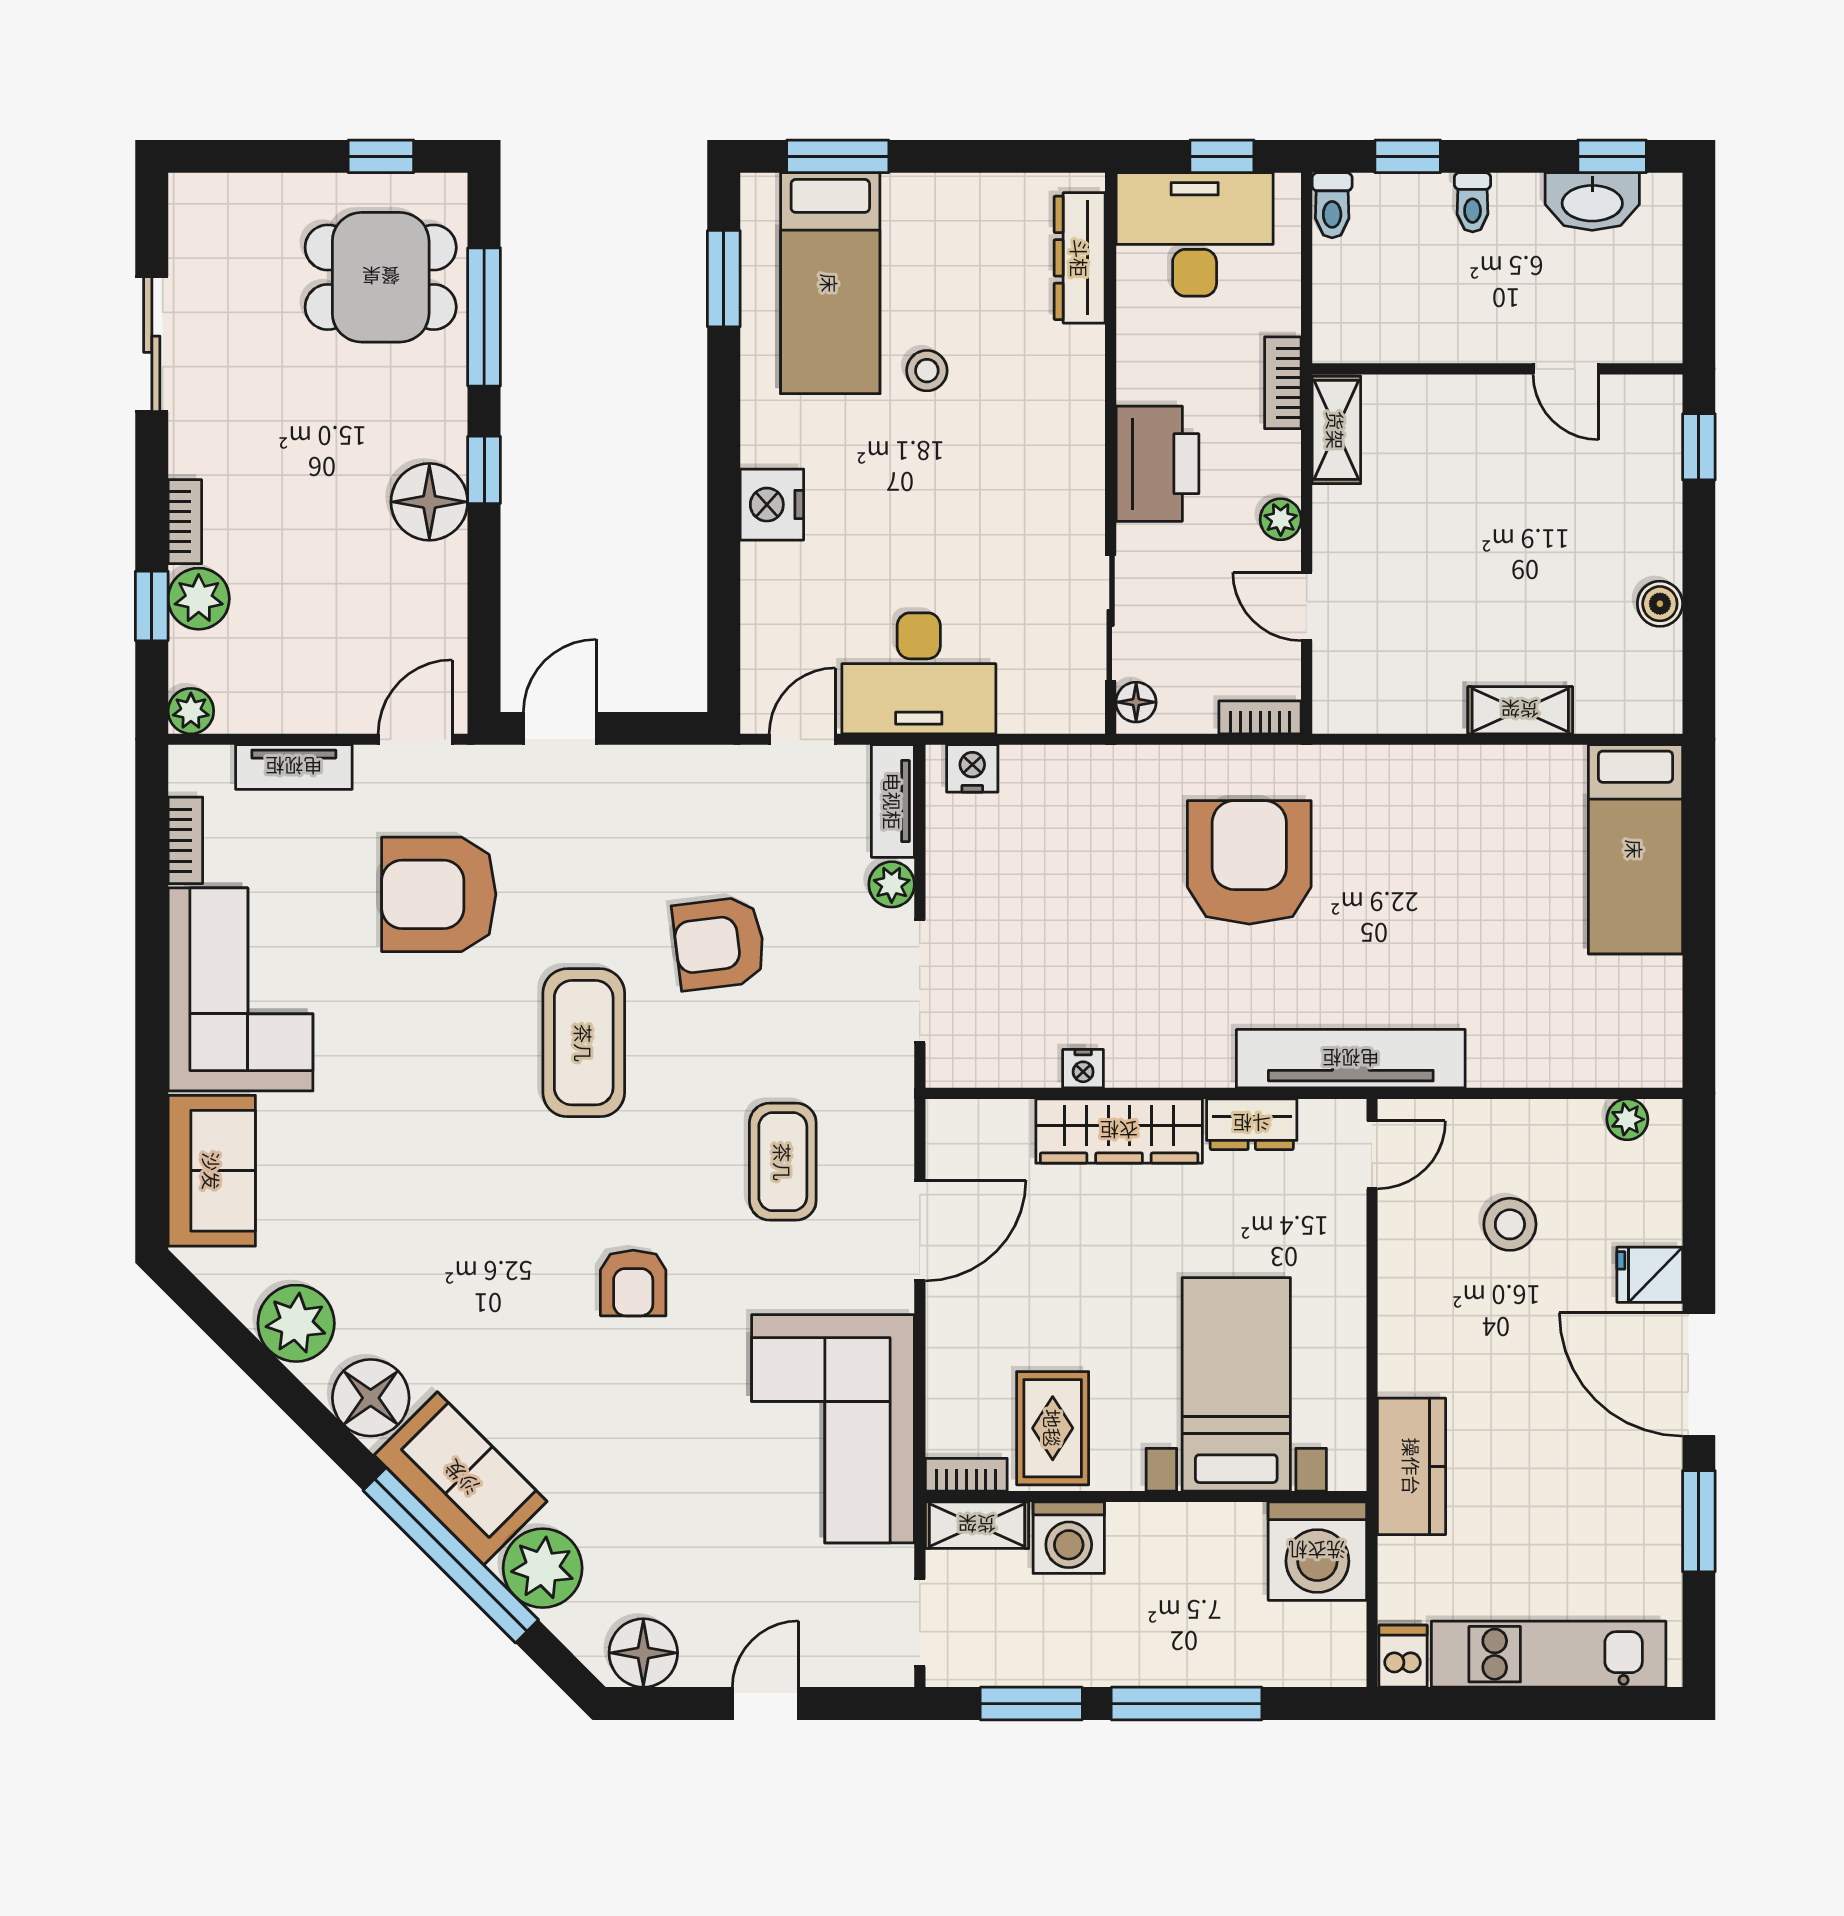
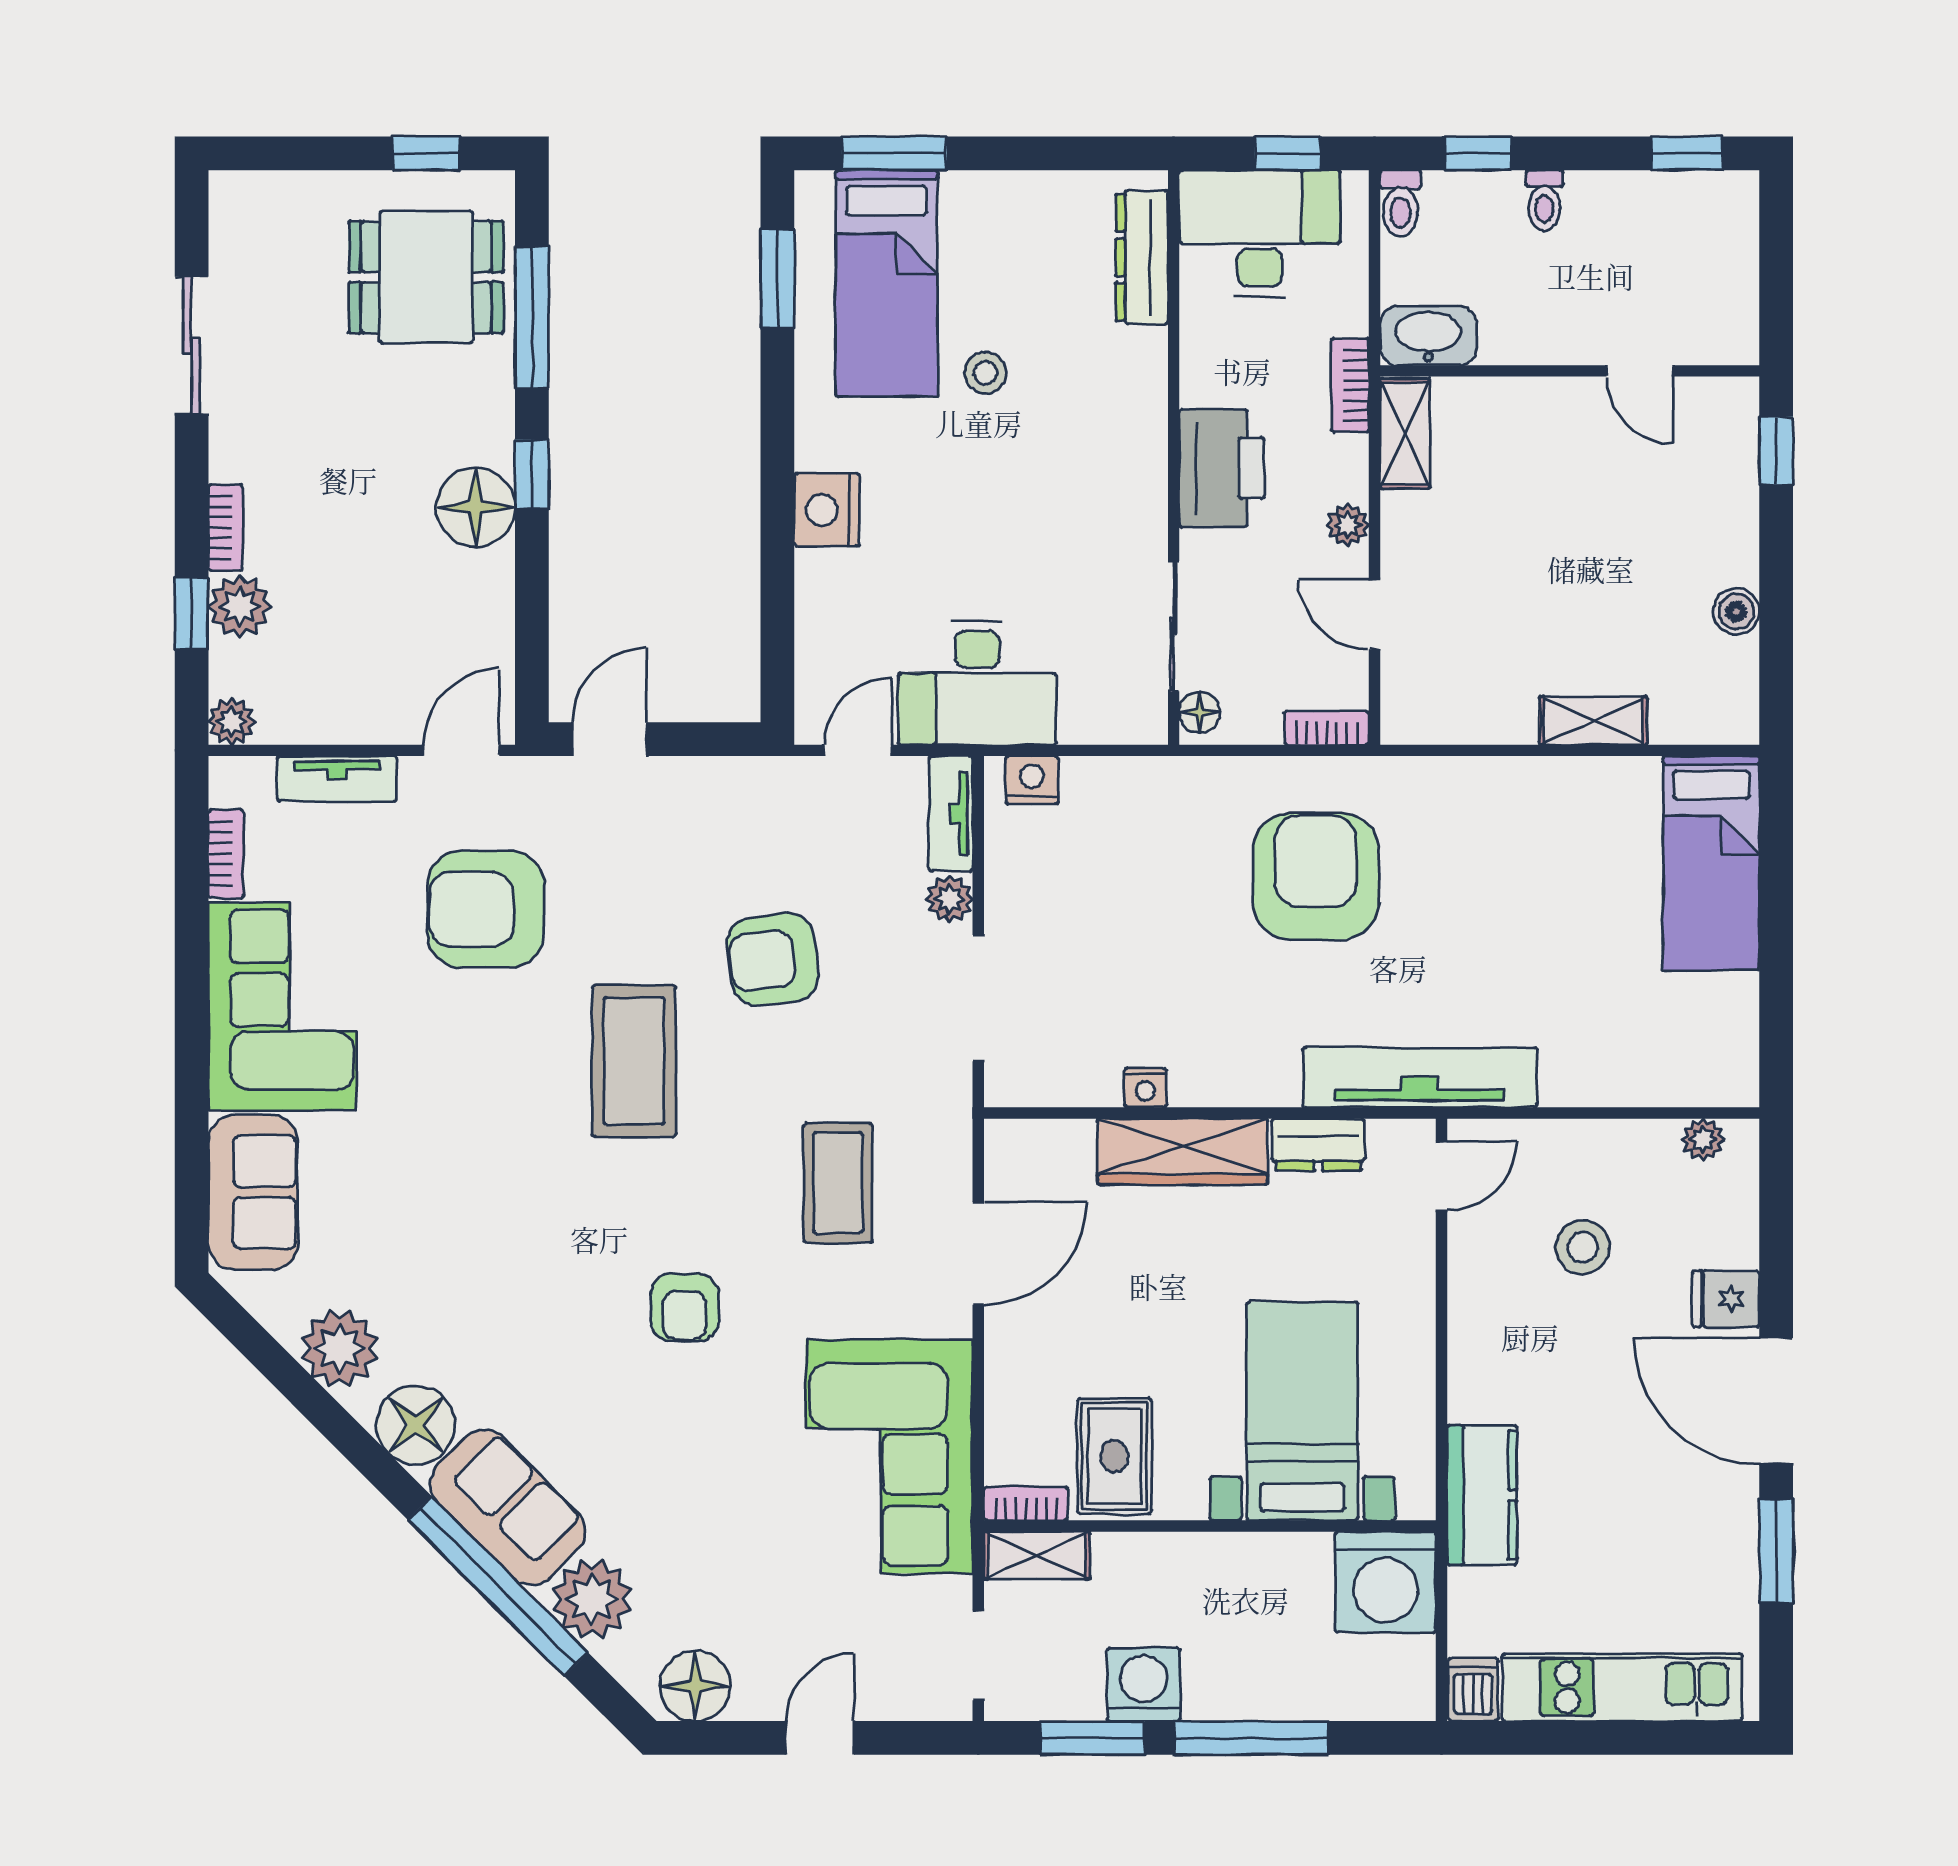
washbasin: (1592, 202) -> (1428, 336), moved, turned 180
washing machine: (1069, 1538) -> (1144, 1685), moved, turned 180

